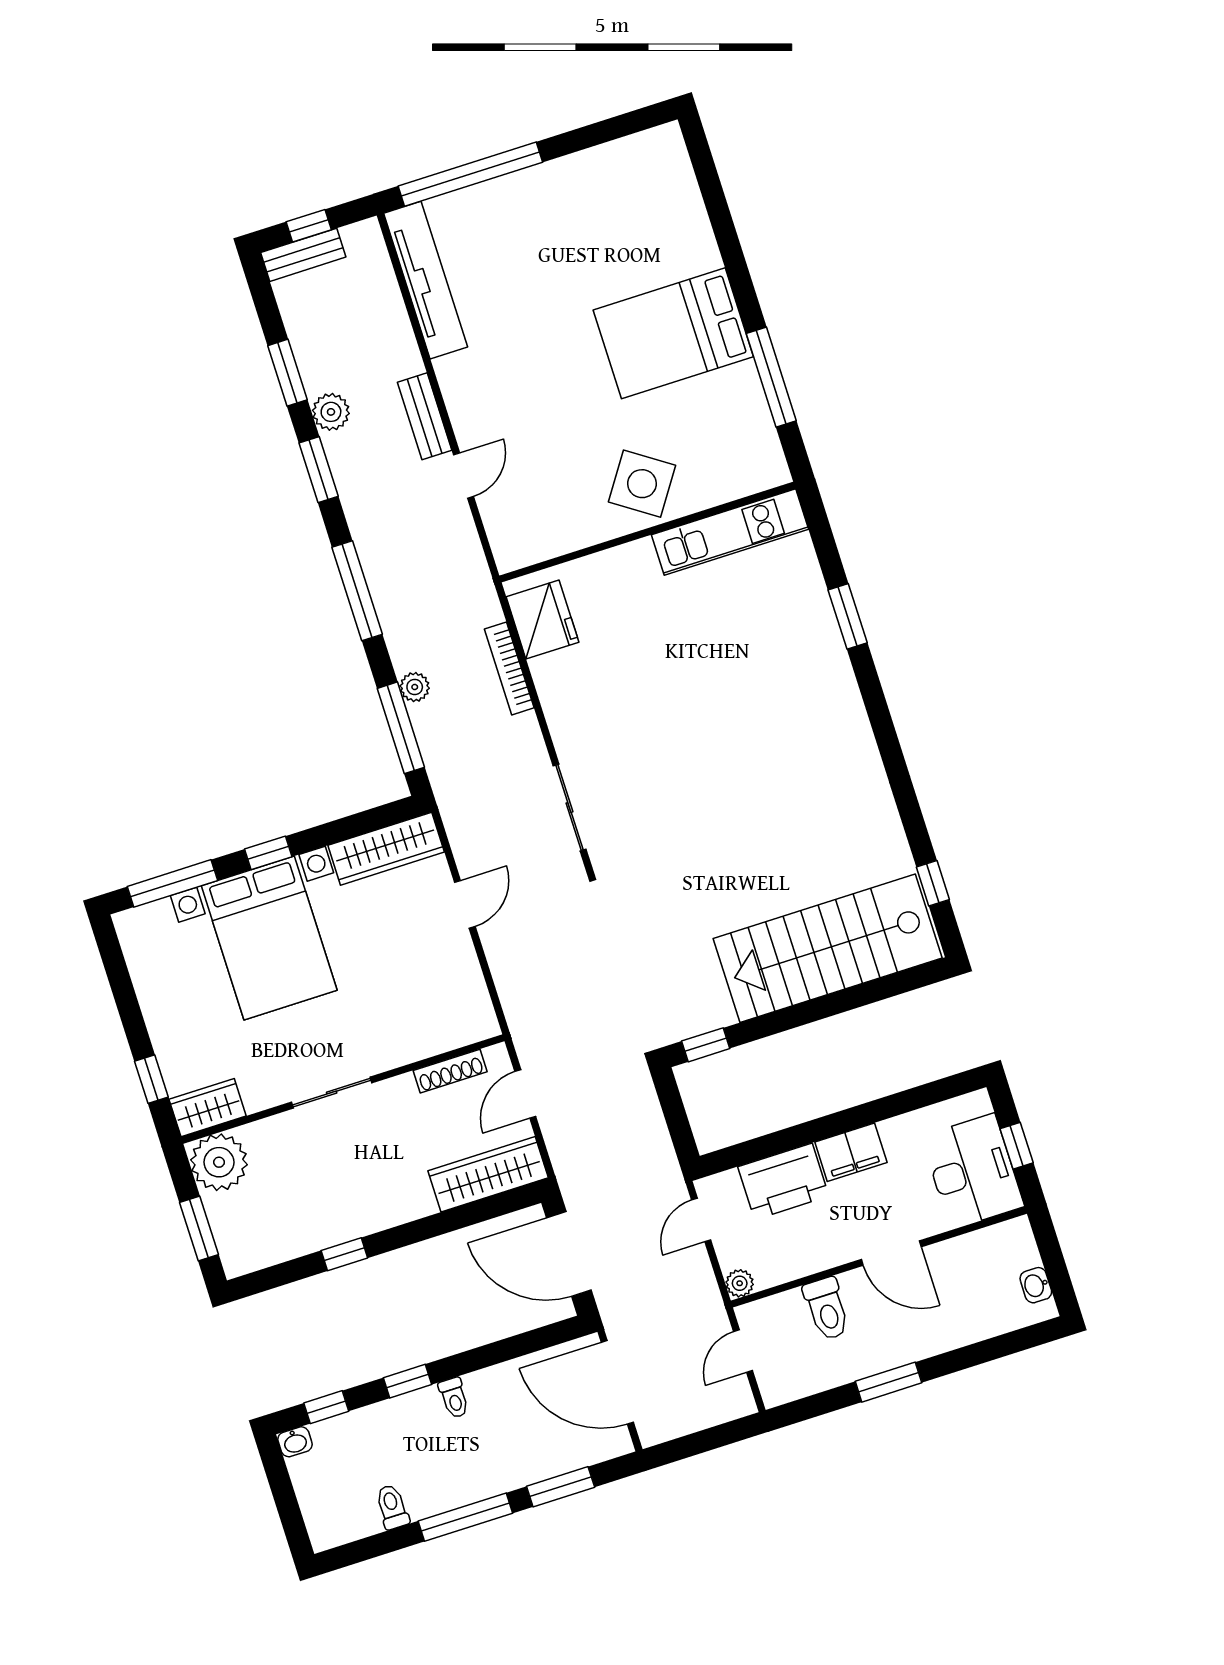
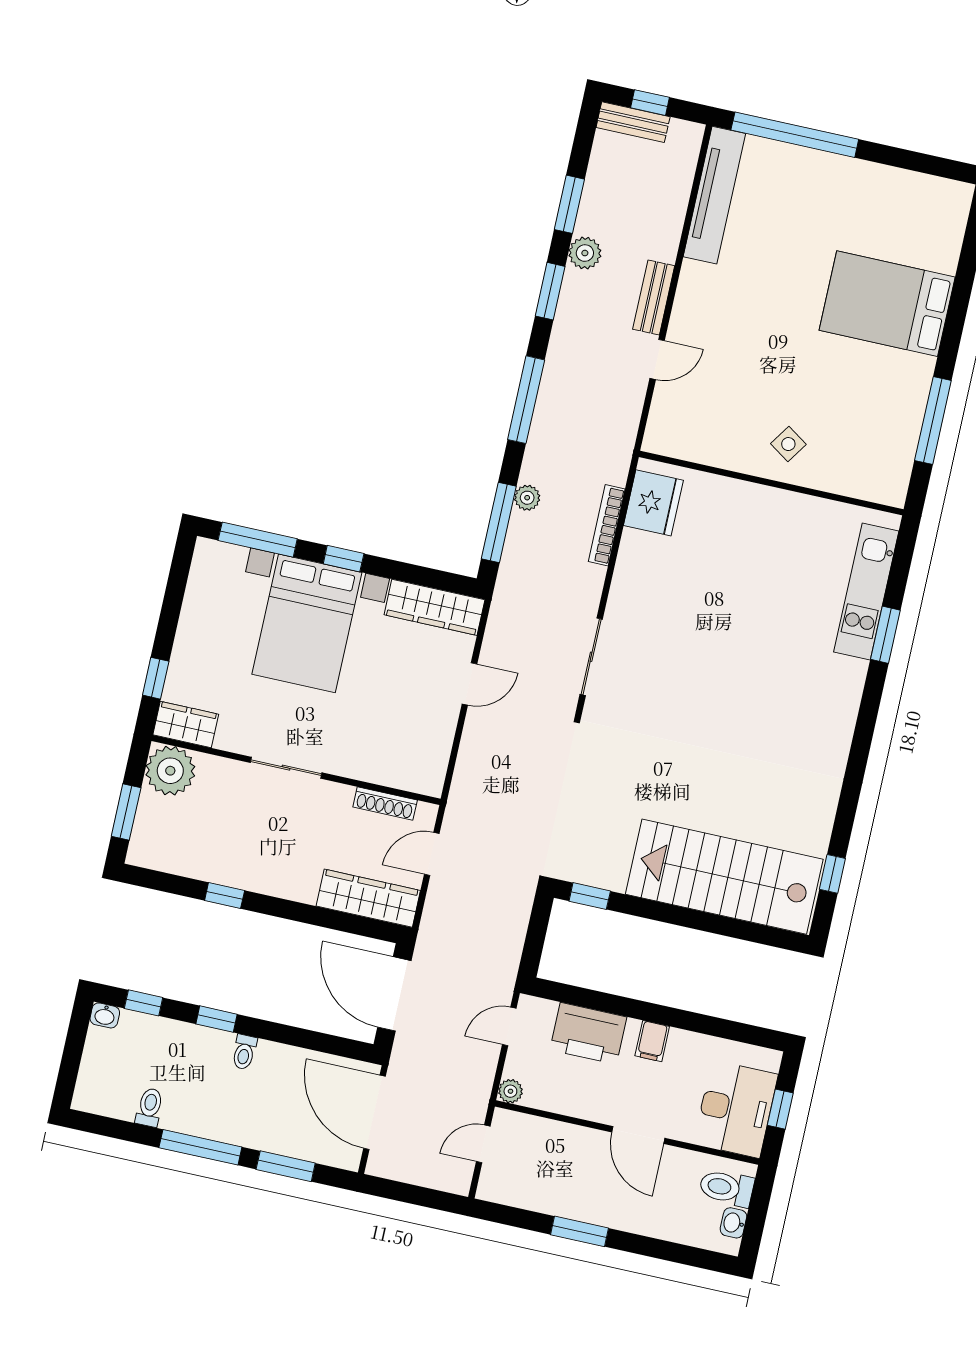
bed: (673, 333) -> (887, 304), moved
side table: (642, 484) -> (788, 444), width x0.54, depth x0.54
kitchen unit: (730, 532) -> (866, 591), moved, turned 90
filing cabinet: (851, 1152) -> (652, 1041), width x0.50
toilet: (827, 1309) -> (727, 1188), moved, turned 90

